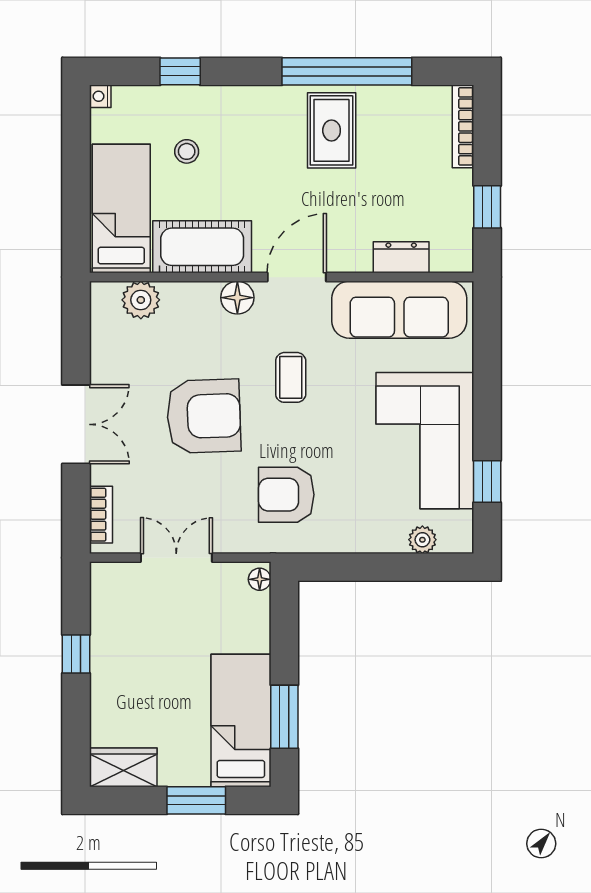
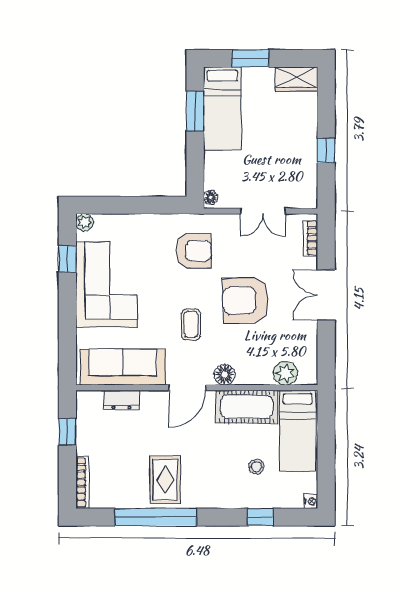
plant: (422, 540) -> (85, 222), moved

